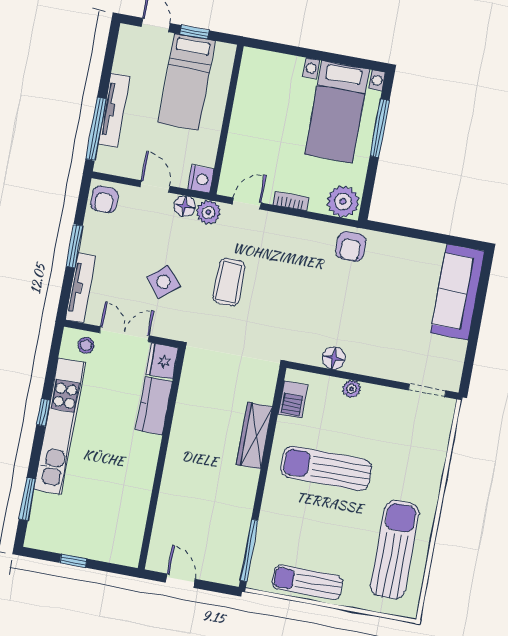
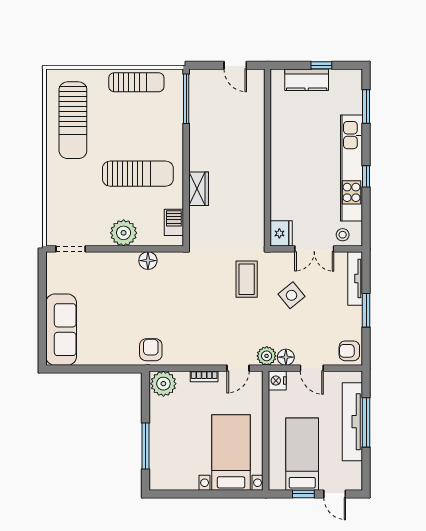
tv unit: (114, 110) -> (352, 422), width x1.36, depth x1.29
bed with nightstands: (337, 112) -> (231, 453), moved
window: (96, 129) -> (366, 422), moved
armchair: (104, 199) -> (349, 351), turned -90
coffee table: (229, 282) -> (247, 279), moved
plant: (351, 389) -> (124, 233), width x1.88, depth x1.88
kitchen counter: (154, 406) -> (307, 80), moved, turned 90
wardrobe: (254, 436) -> (199, 189), width x0.67

